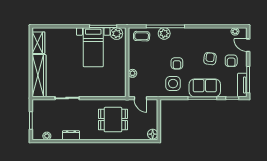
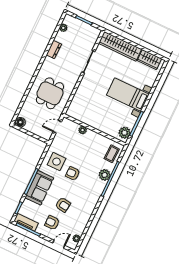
bed with nightstands: (93, 47) -> (128, 95), moved

